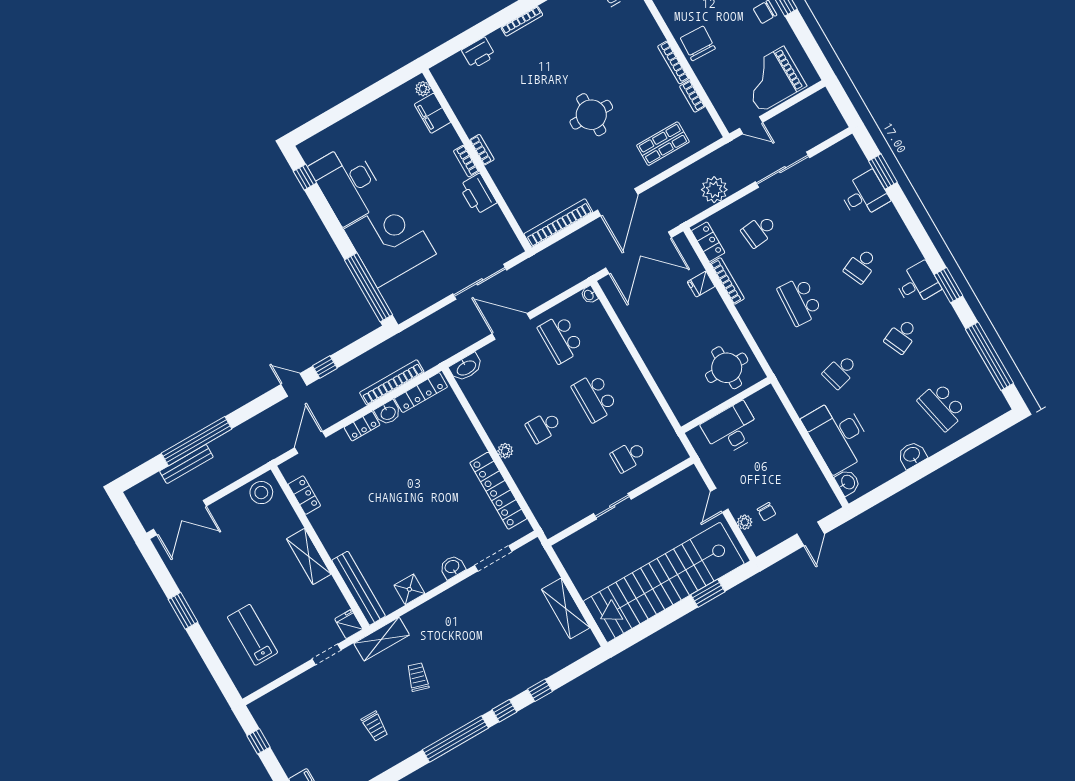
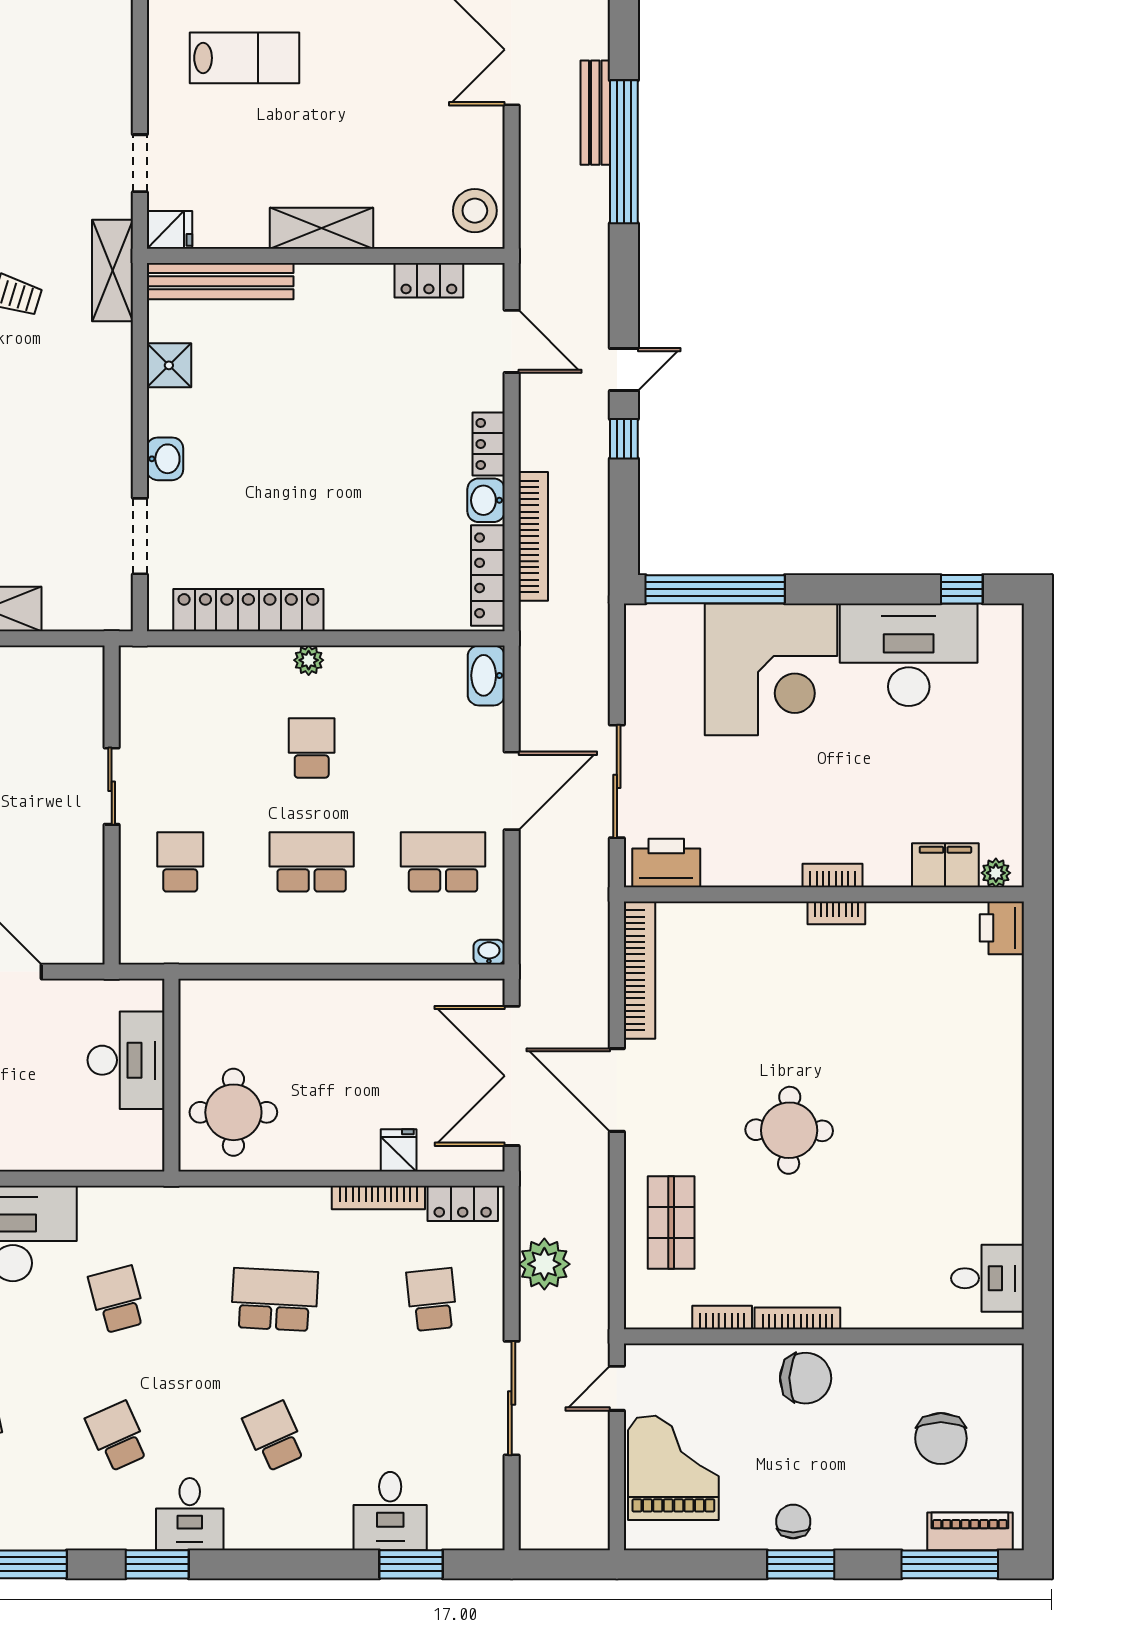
bookcase: (522, 21) -> (1013, 1104), removed
printer: (479, 53) -> (1002, 928), moved
printer: (478, 194) -> (666, 863), moved

